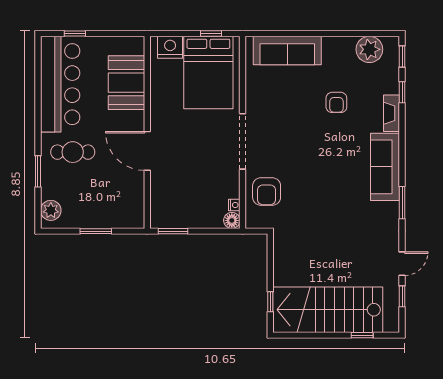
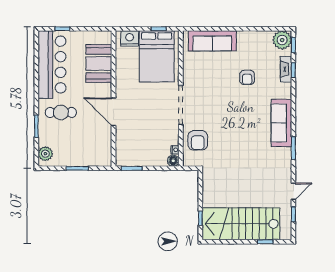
plant: (369, 49) -> (282, 40), moved
fireplace: (392, 113) -> (286, 69), moved

